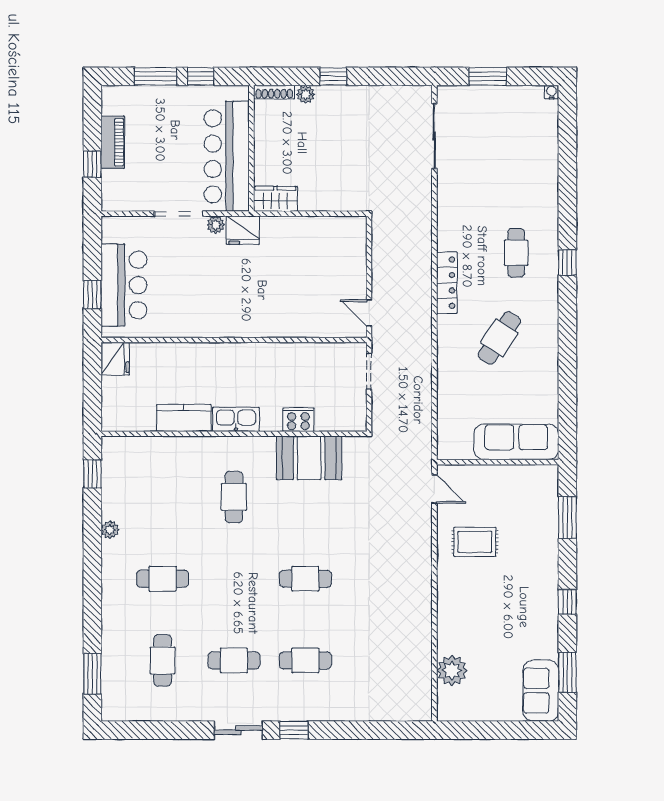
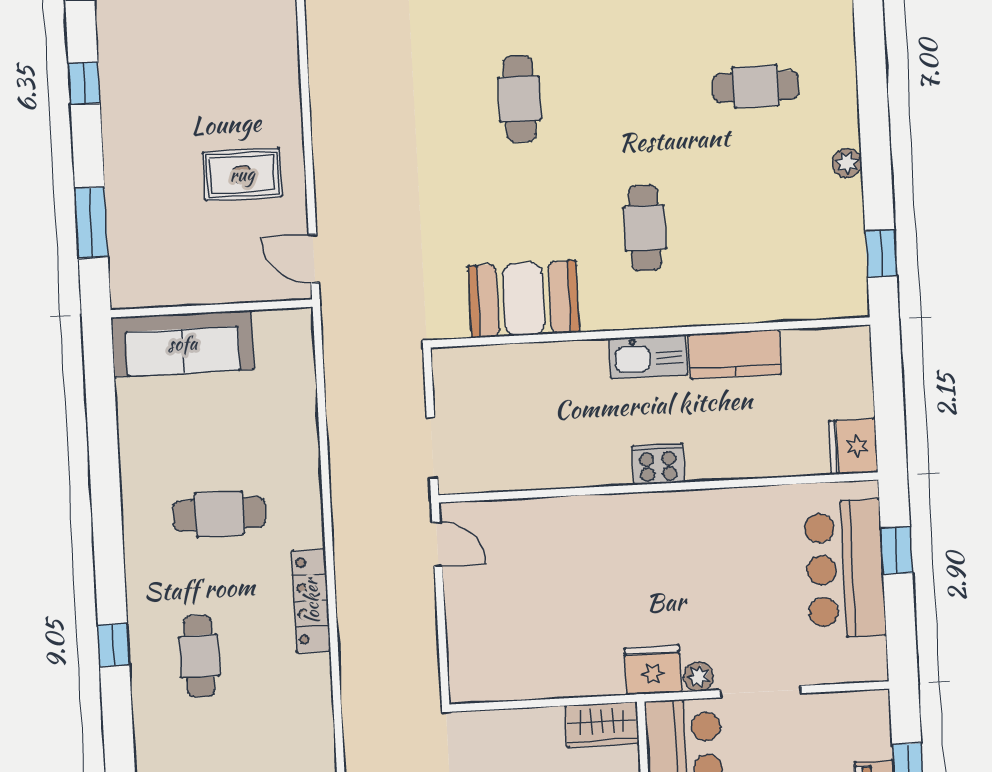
cafe table: (499, 338) -> (219, 514), turned 57
cooker: (298, 420) -> (658, 464), moved, turned 180
cafe table: (305, 579) -> (520, 99), turned 90

